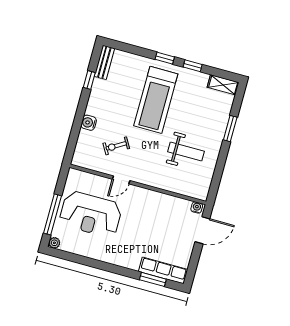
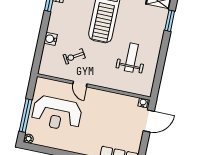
window: (230, 129) -> (170, 21), moved
weight bench: (186, 152) -> (131, 58), turned -90
door: (121, 180) -> (80, 84), hinge flipped

